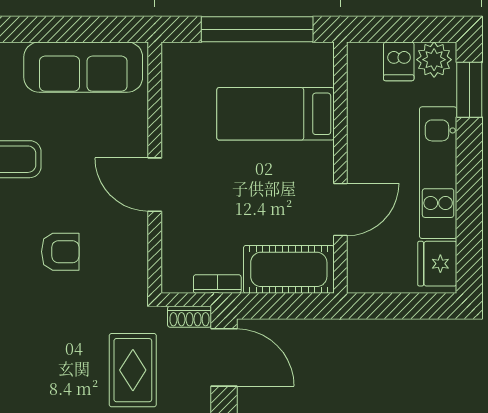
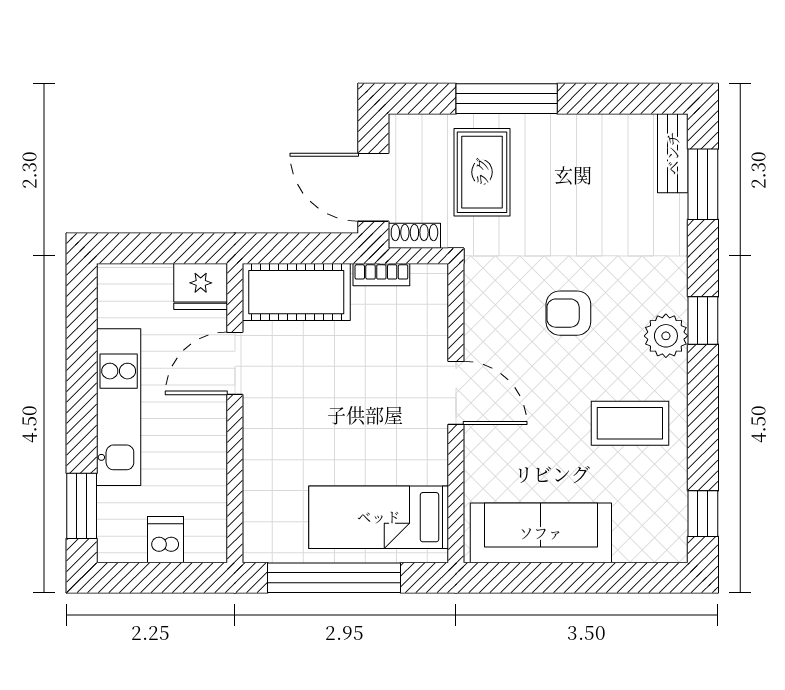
plant: (434, 60) -> (123, 542), removed
bed: (275, 114) -> (379, 517), moved, turned 180
fridge: (437, 264) -> (201, 286), moved, turned 90

